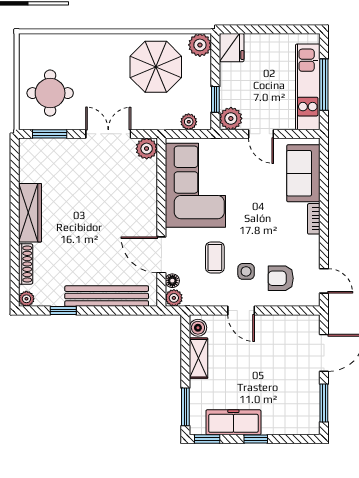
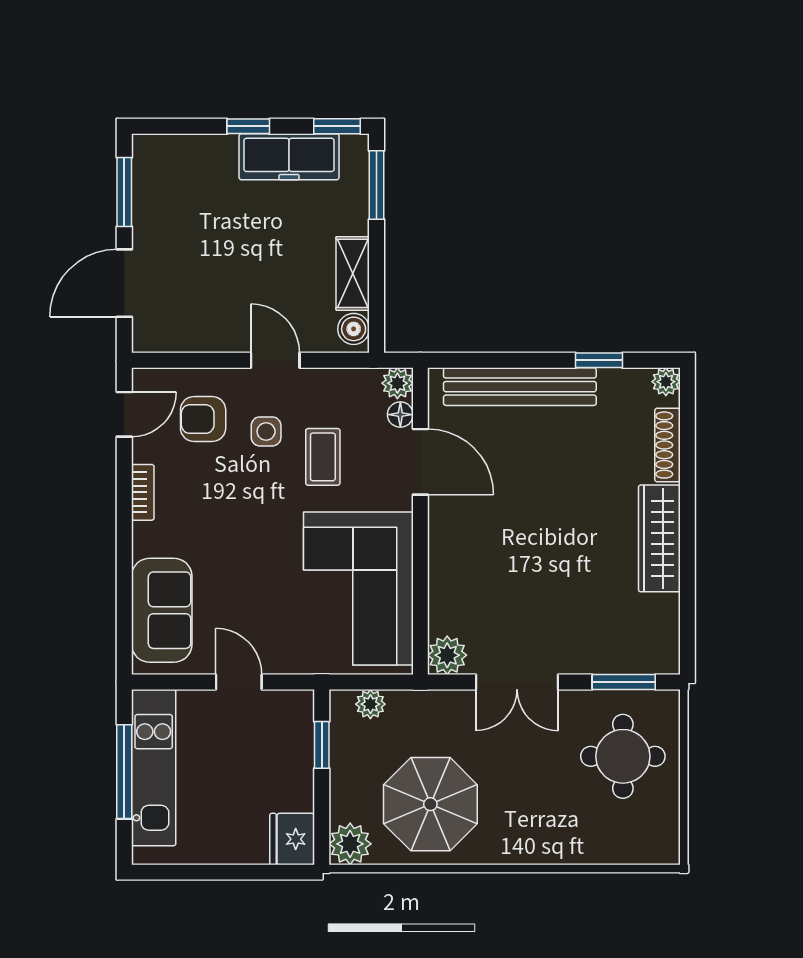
plant: (231, 118) -> (294, 710), removed
bookcase: (314, 219) -> (143, 492), moved
armchair: (281, 278) -> (203, 419), turned 180
door: (324, 281) -> (124, 414), swing flipped

